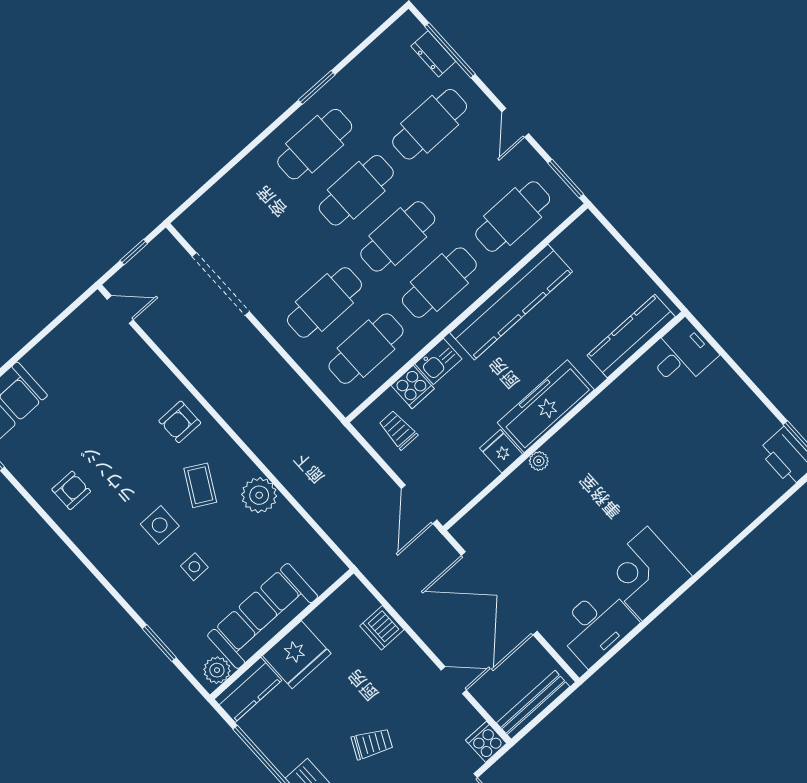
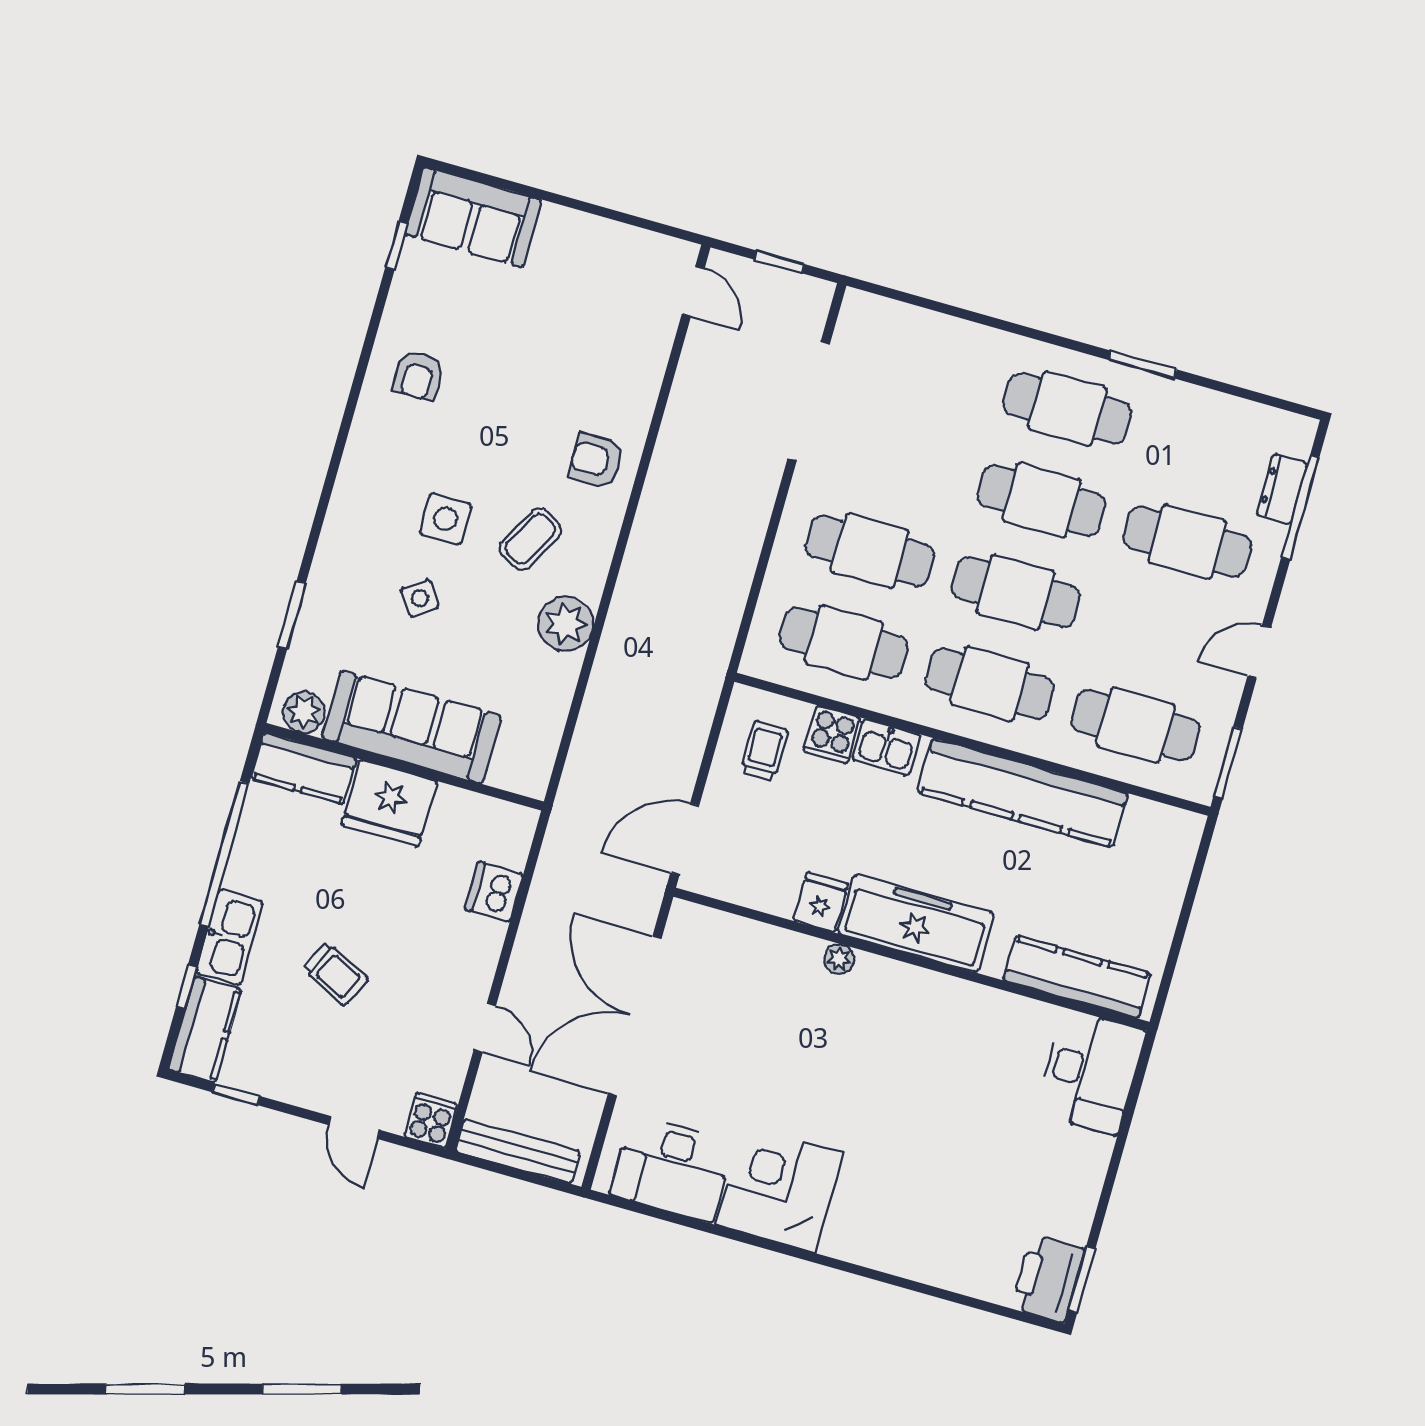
desk: (682, 354) -> (1091, 1072), width x1.37
armchair: (71, 490) -> (418, 376), turned 90
side table: (194, 567) -> (420, 598), turned -35

